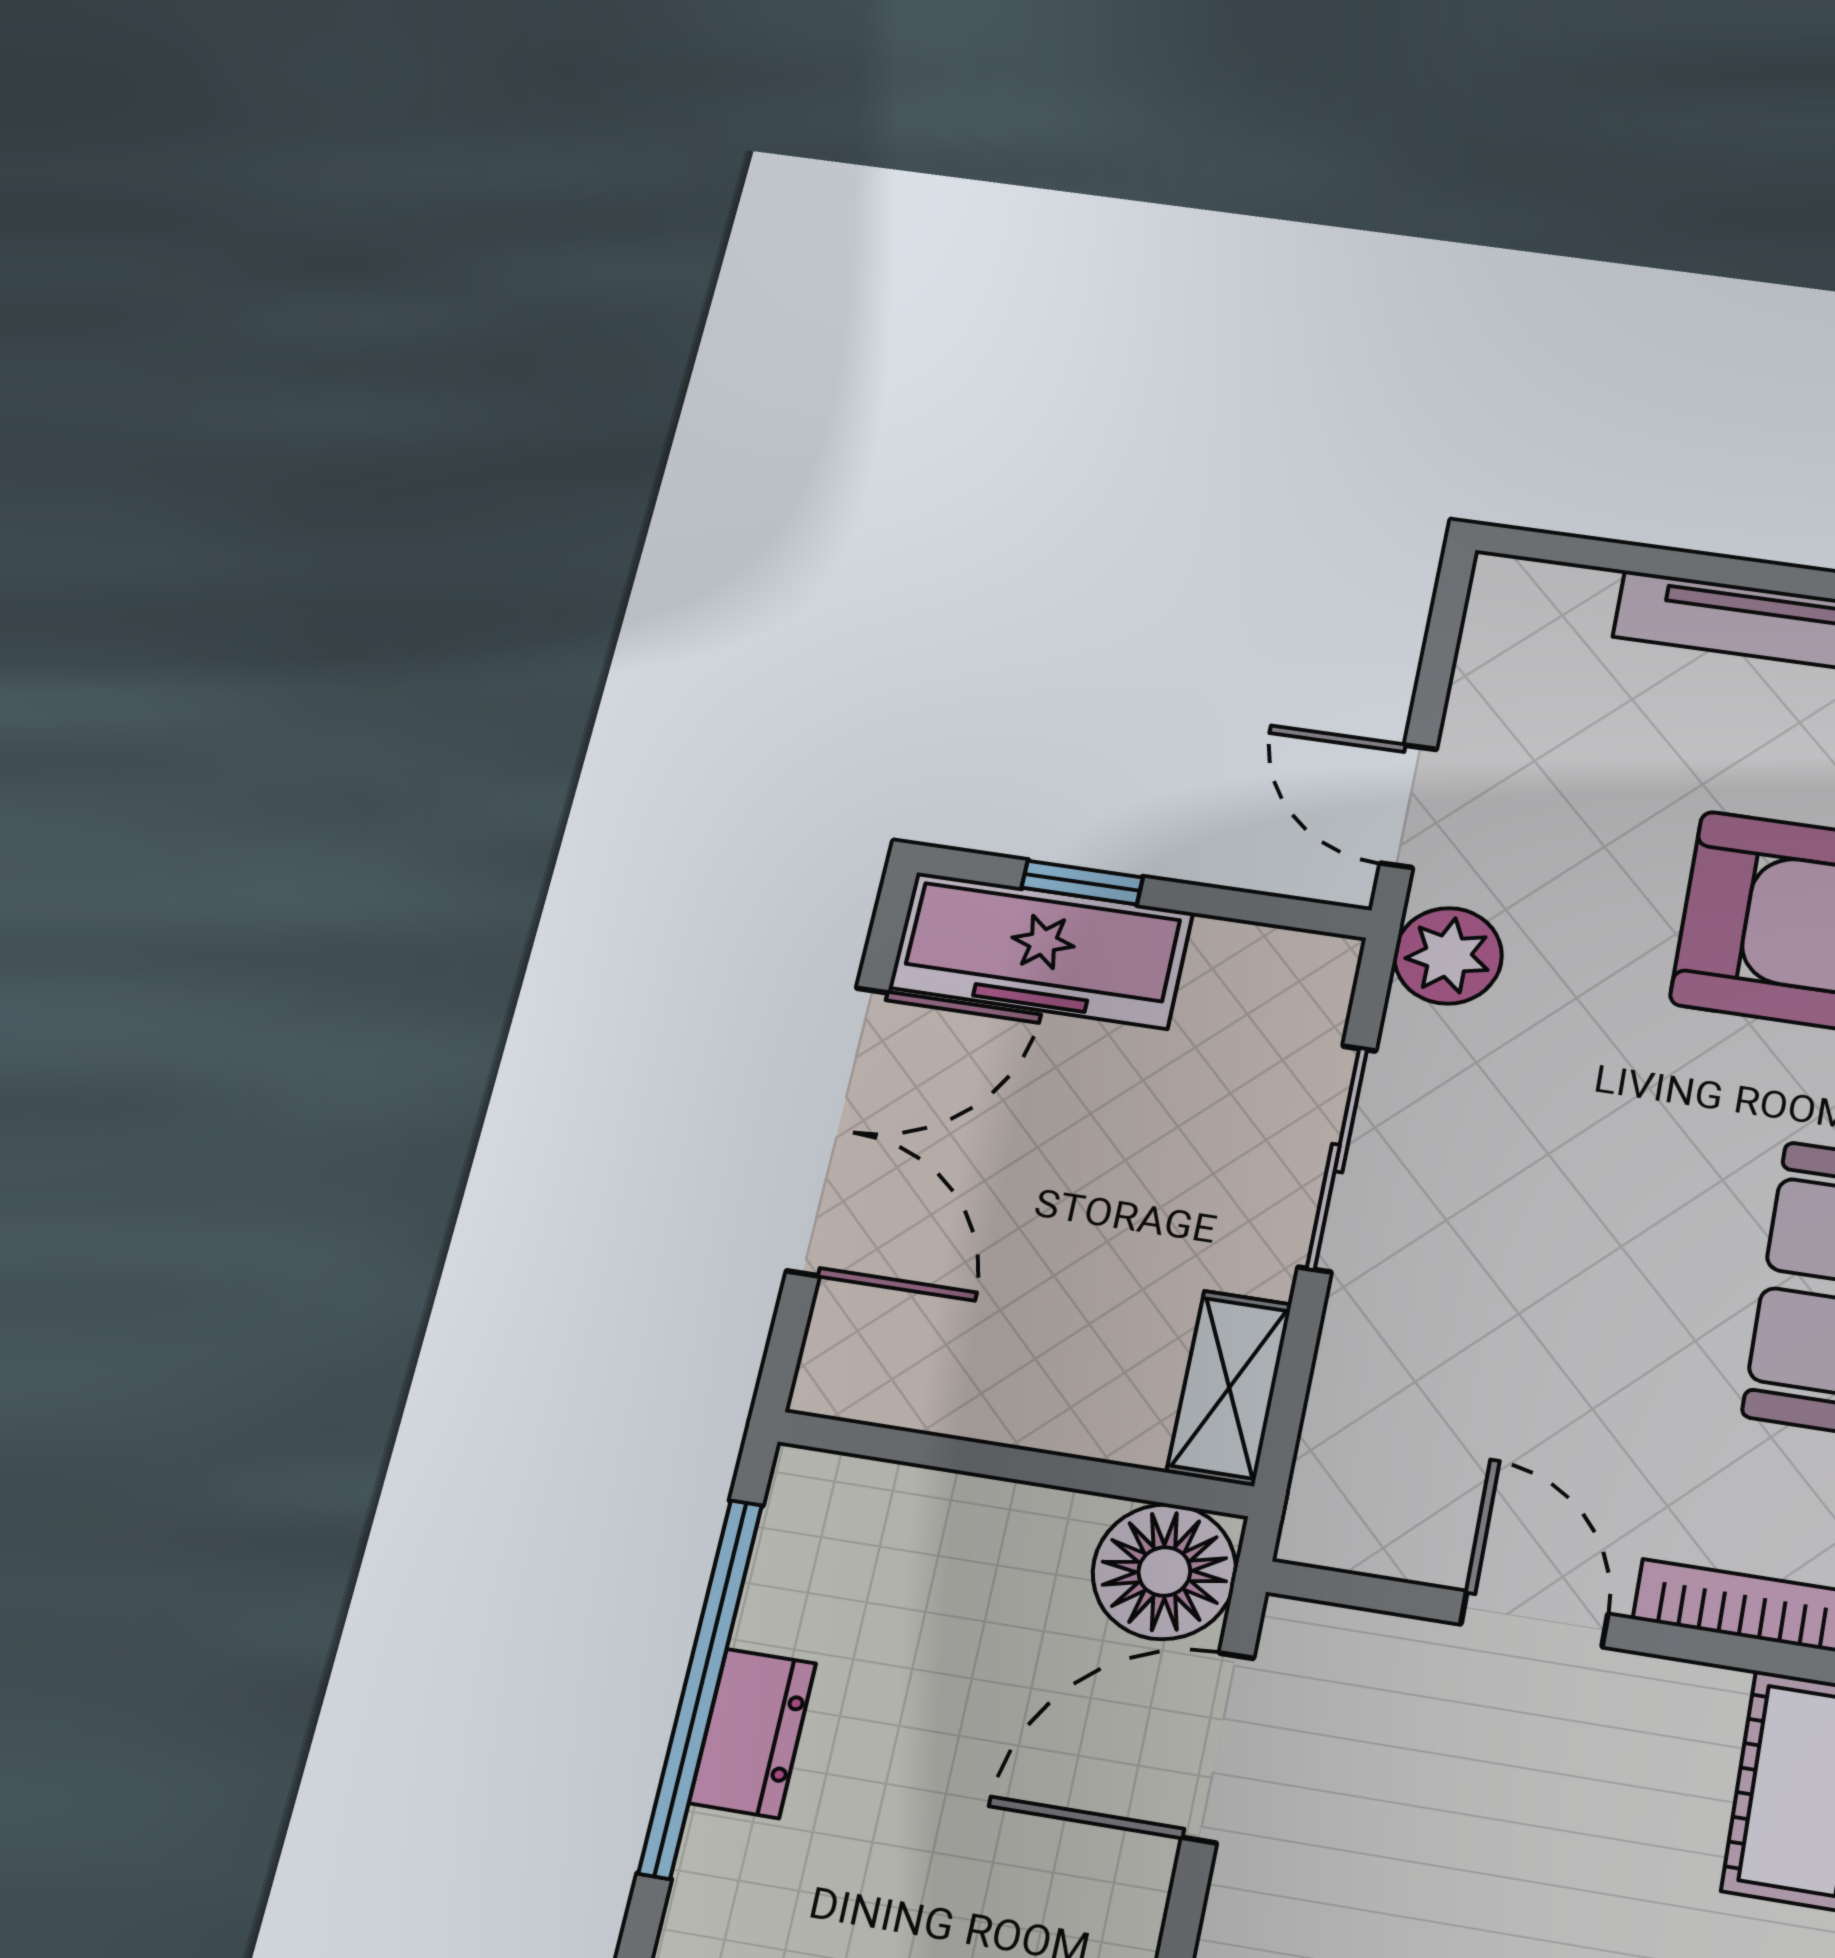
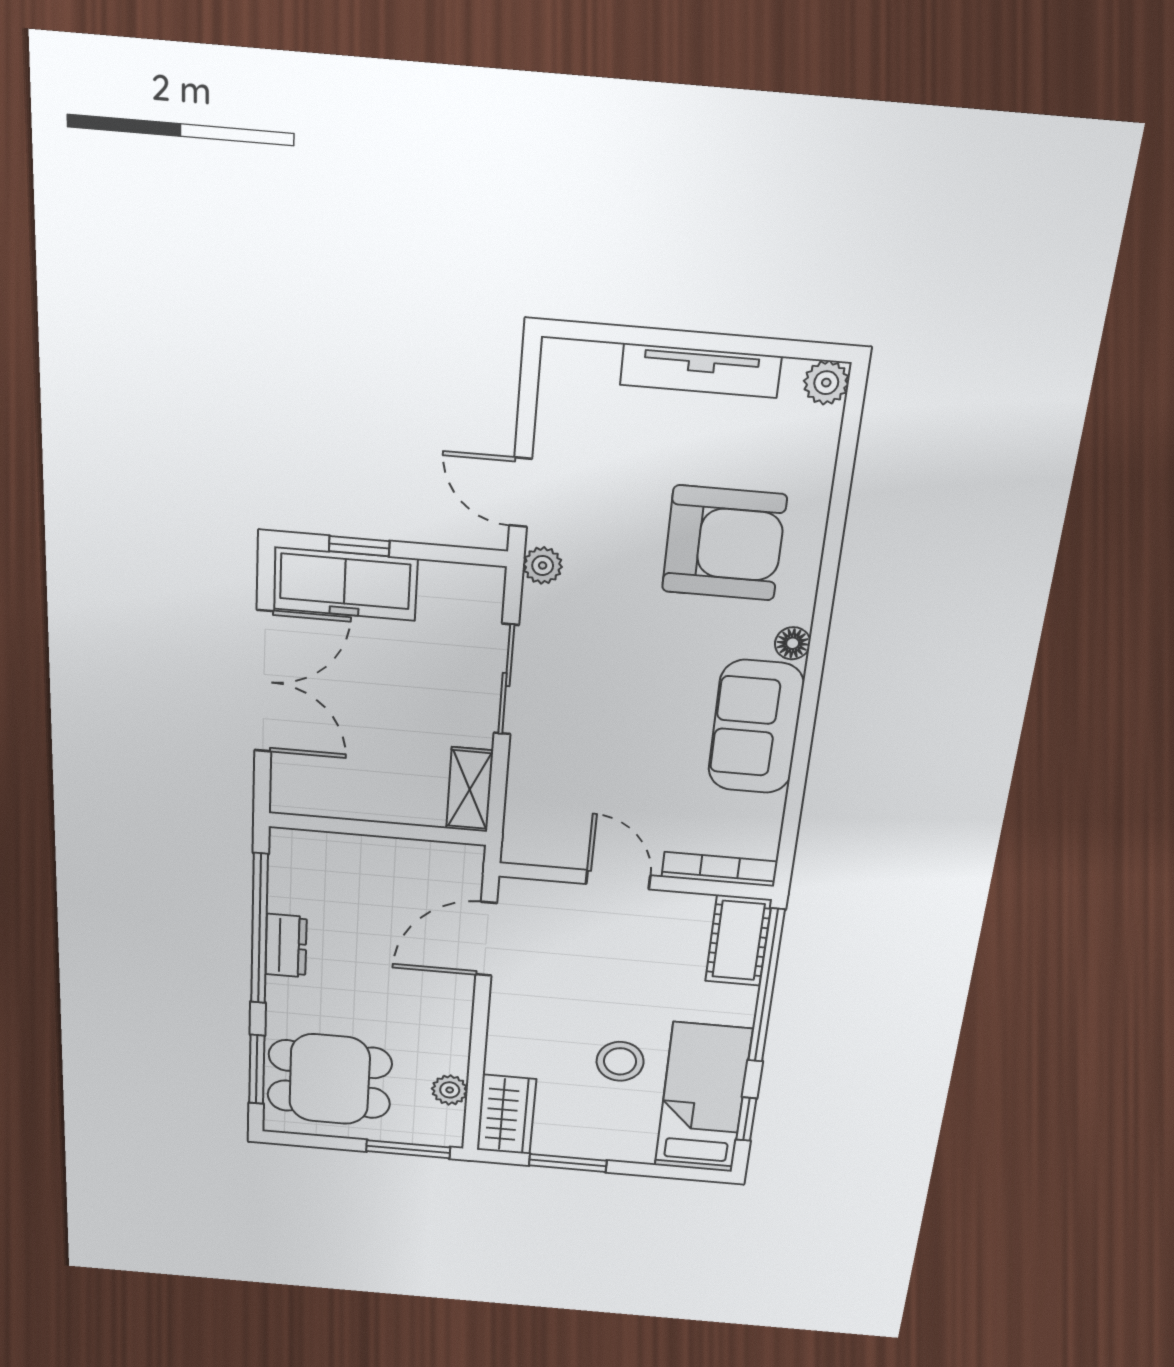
plant: (1448, 956) -> (543, 565), width x0.73, depth x0.73
floor lamp: (1164, 1571) -> (452, 870), removed

